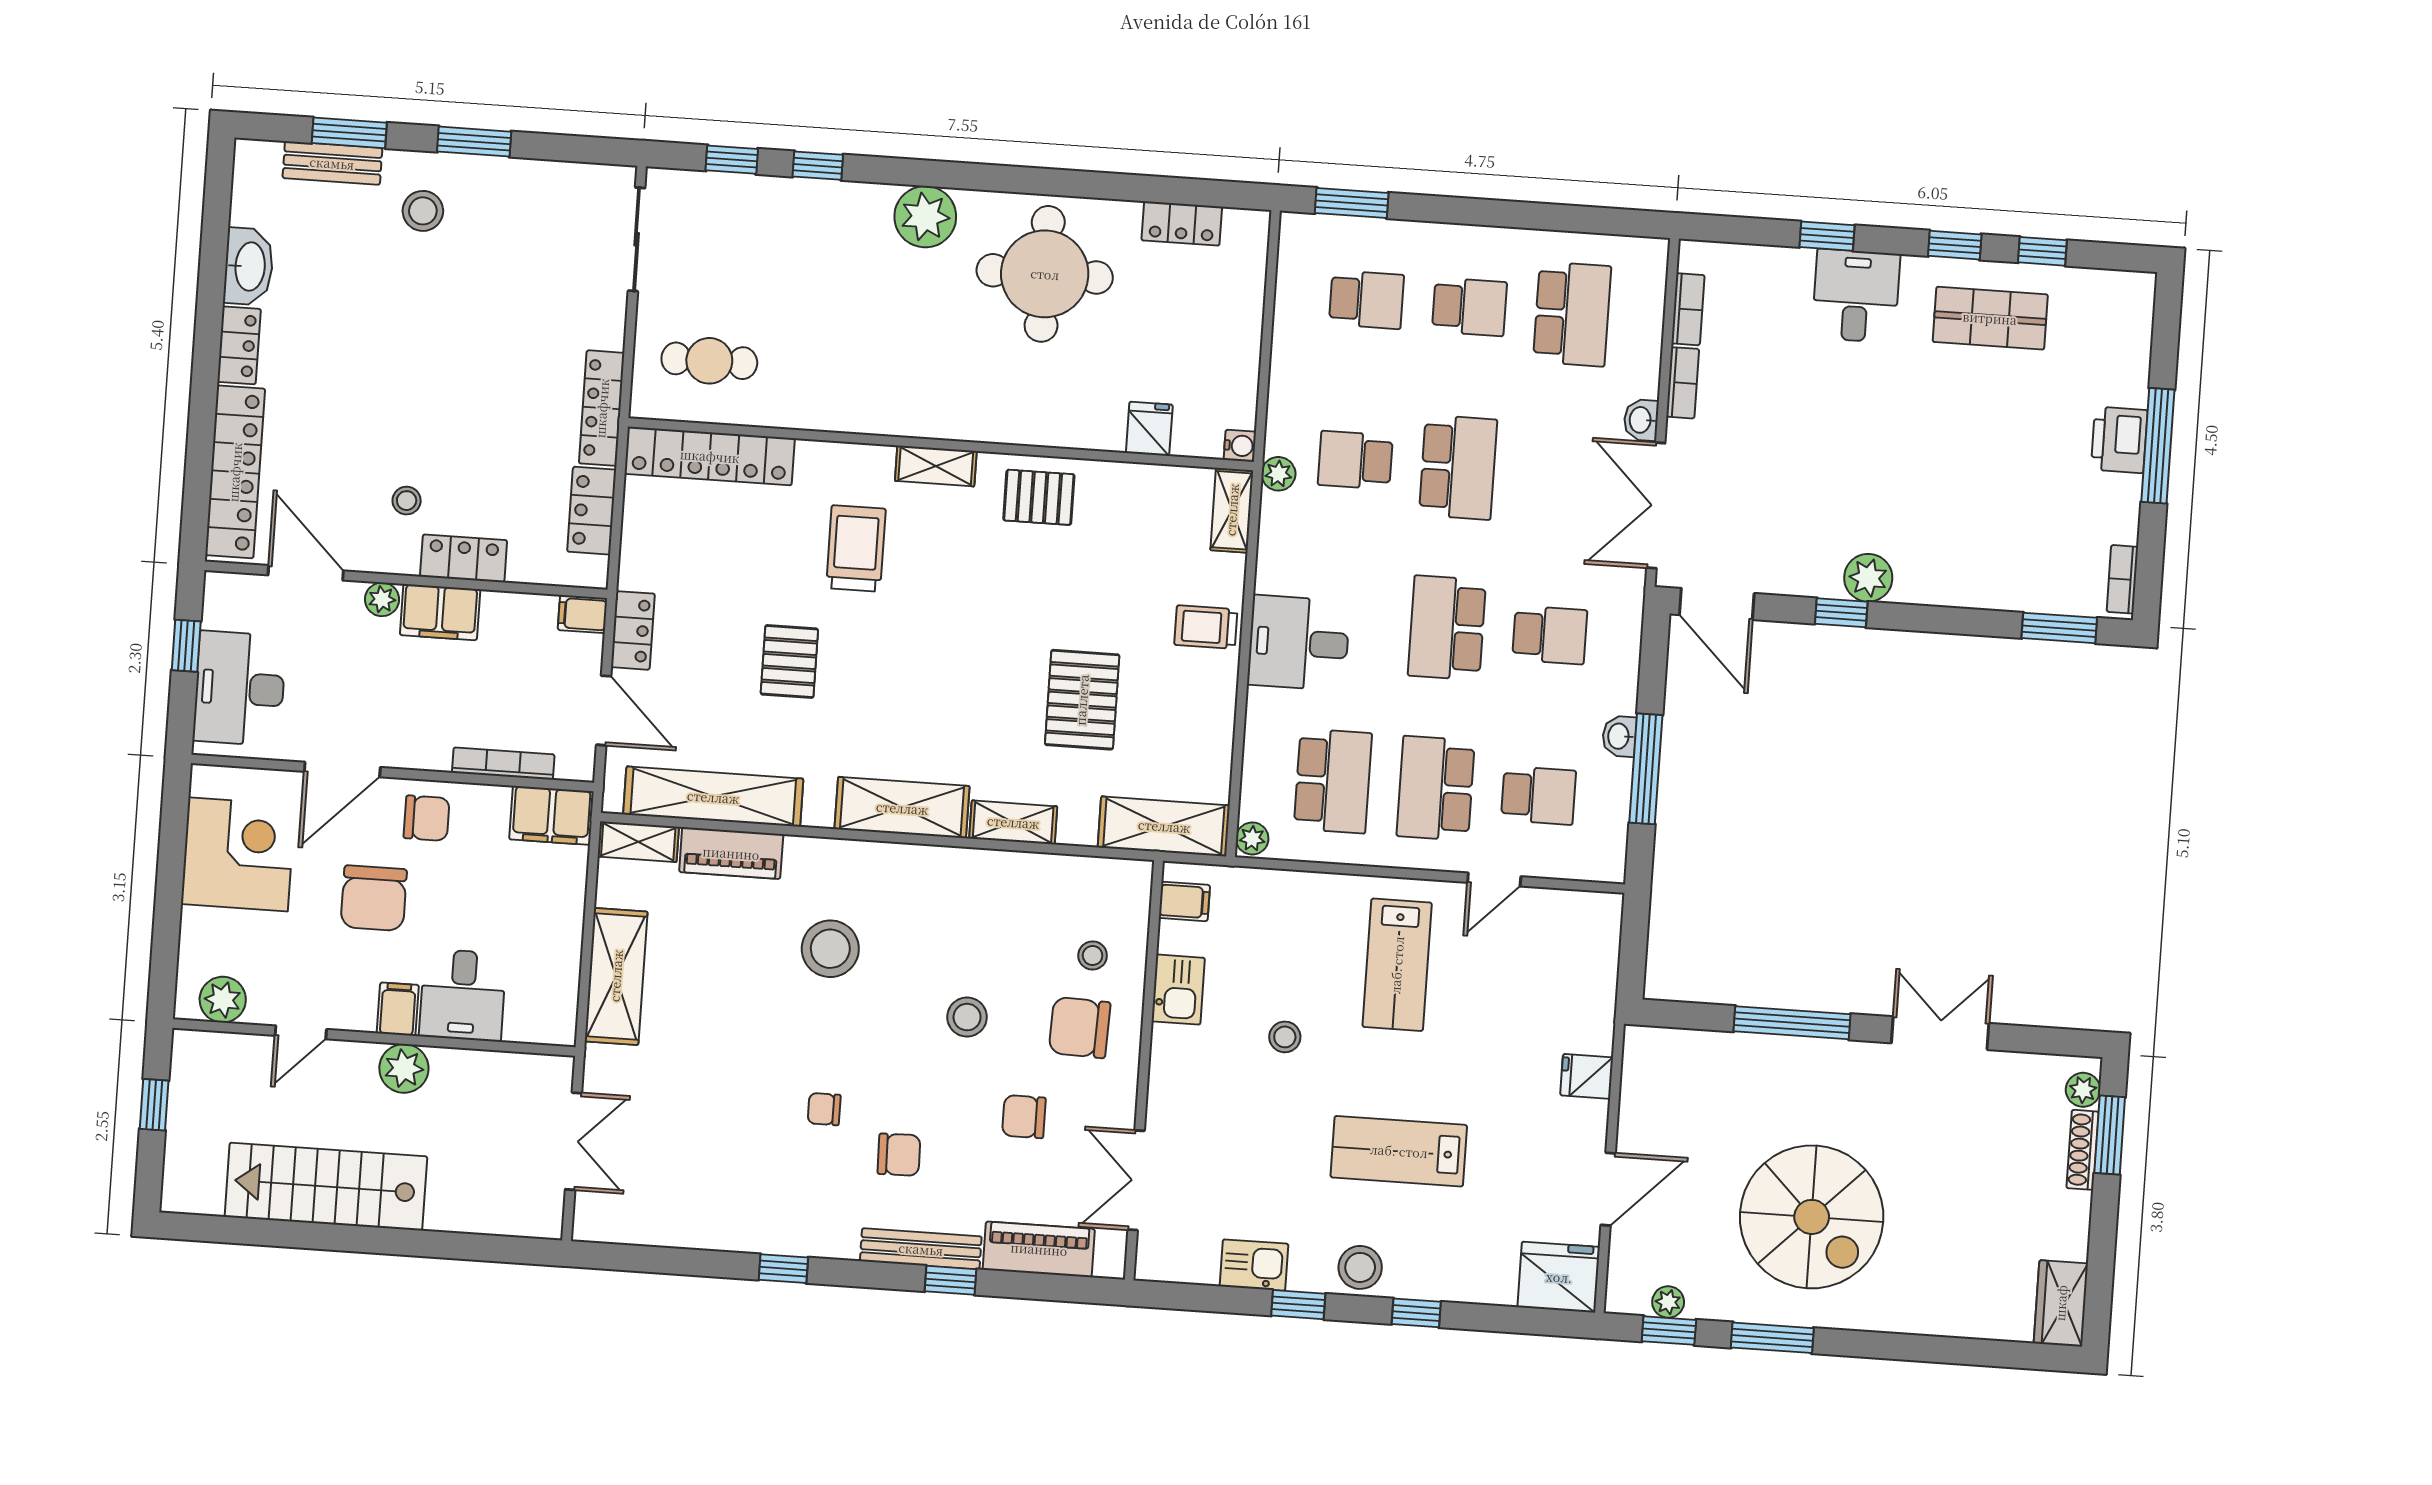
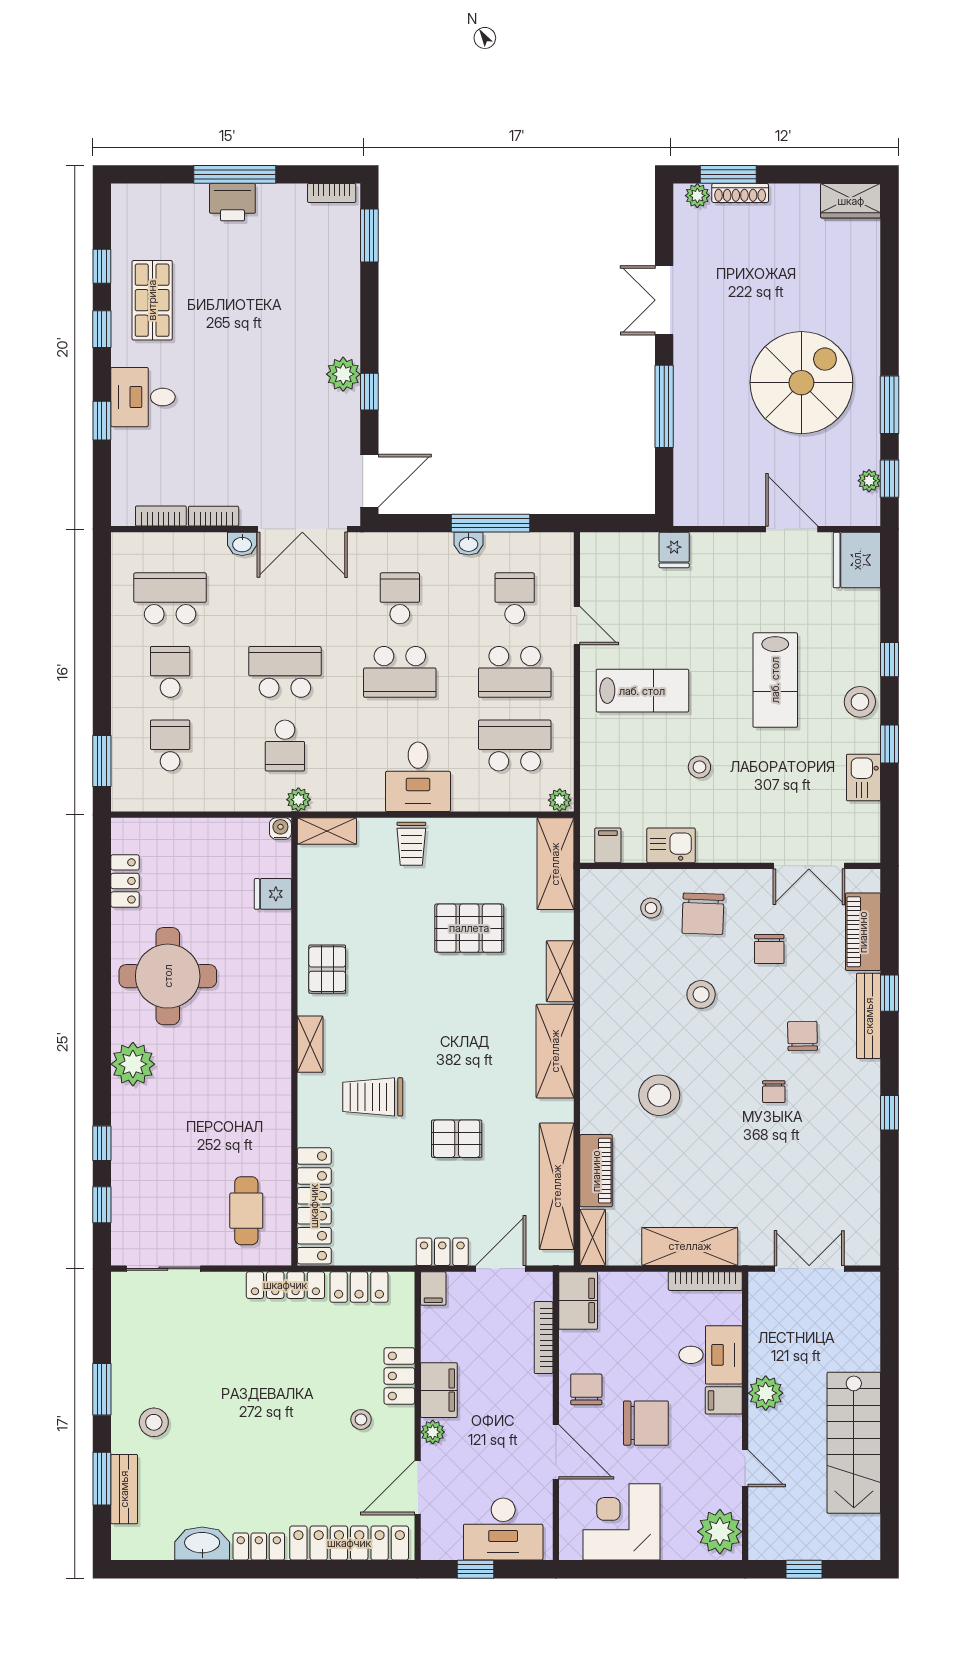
bookcase: (566, 995) -> (705, 1281), added
plant: (223, 1000) -> (720, 1532), width x1.36, depth x1.36
fridge: (1587, 1076) -> (674, 550), moved

